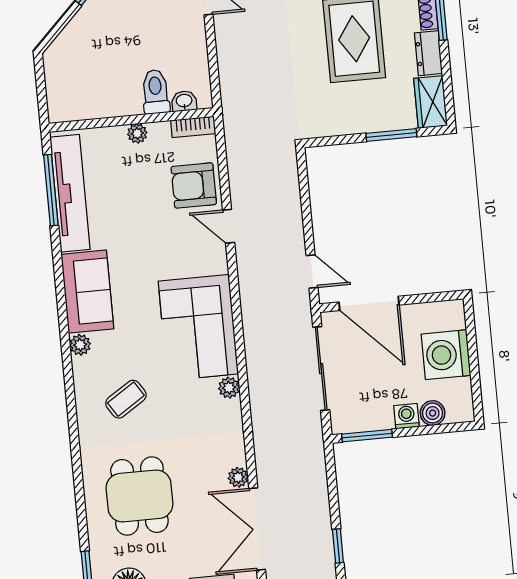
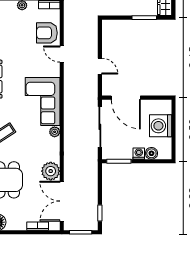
door: (312, 272) -> (100, 66), moved
plant: (238, 477) -> (51, 171), width x1.88, depth x1.88

